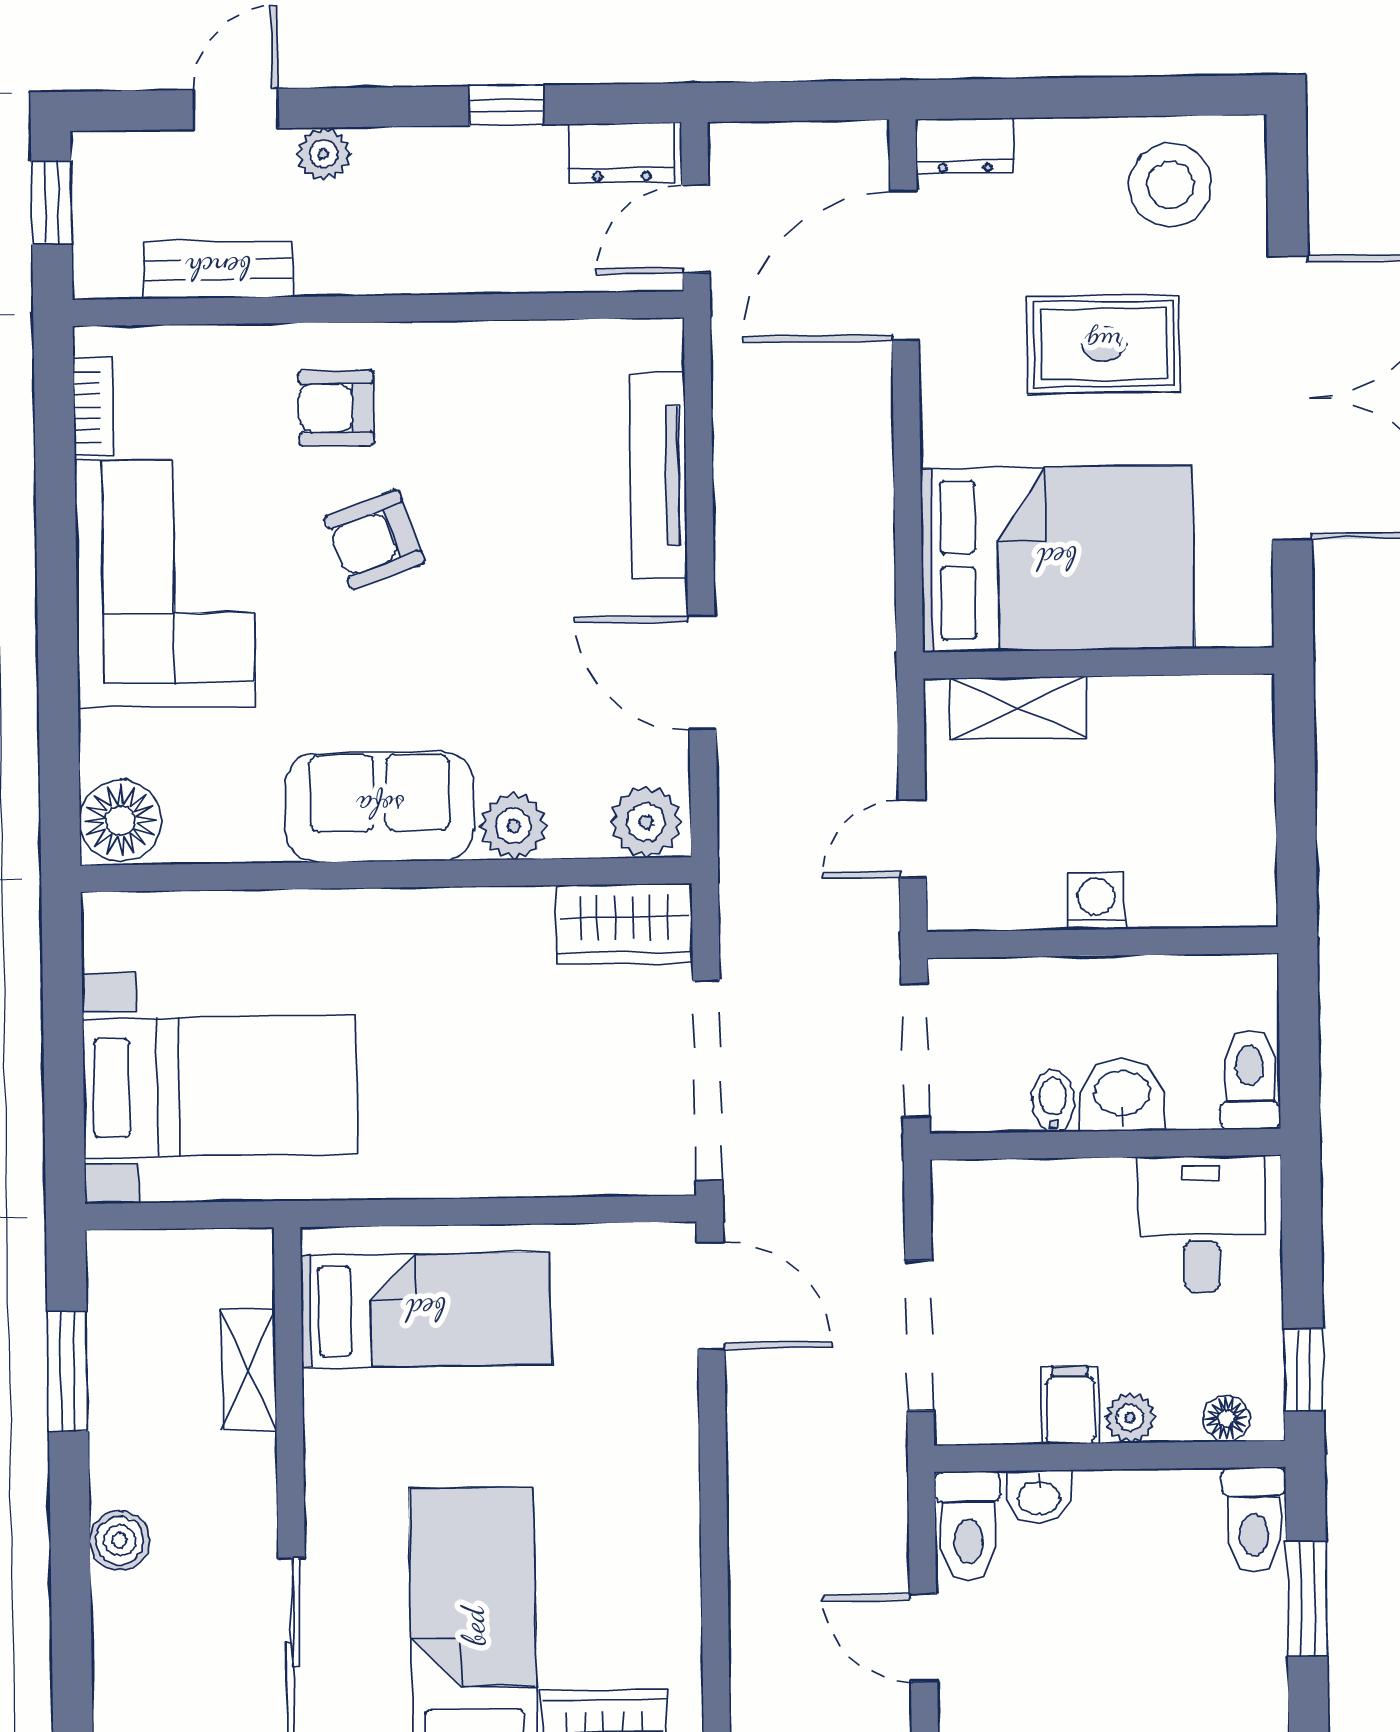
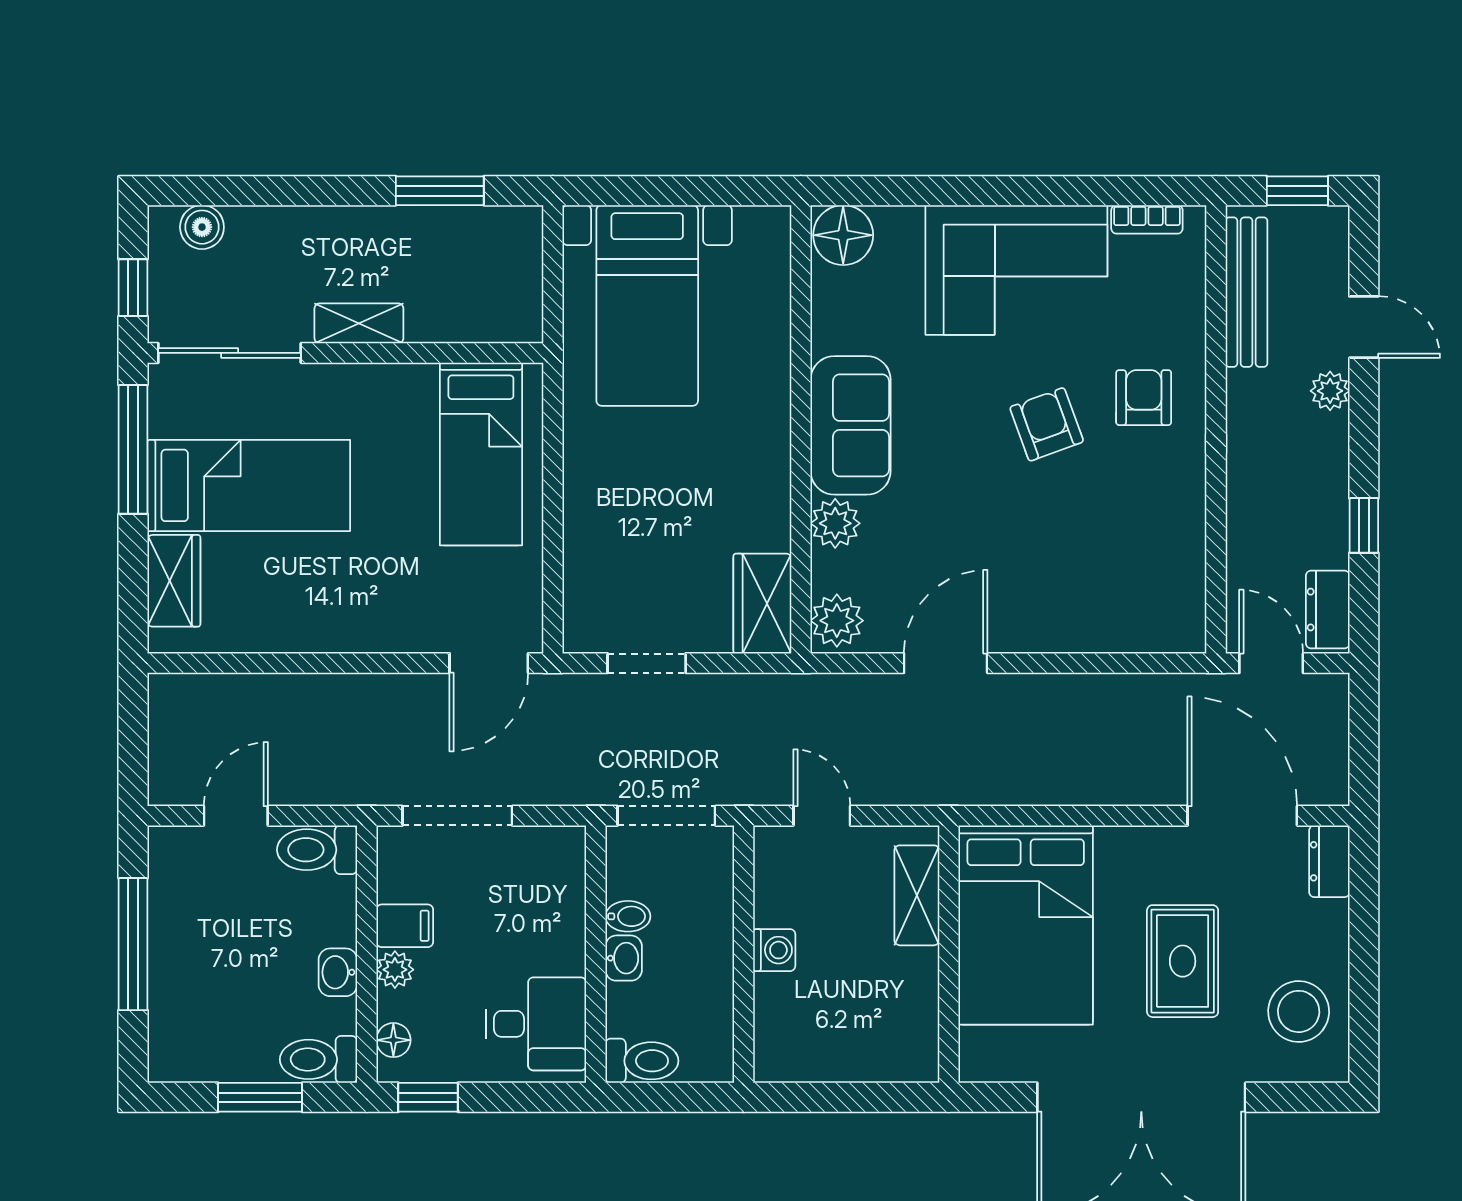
bench: (218, 269) -> (1246, 292), width x1.36
tv unit: (658, 476) -> (1090, 633), removed
doorway: (708, 1080) -> (647, 663), width x0.53
washbasin: (1122, 1095) -> (624, 958), width x0.72, depth x0.69
shelving: (249, 1370) -> (359, 323), moved
washbasin: (1039, 1497) -> (338, 972), moved
boiler: (120, 1541) -> (202, 227), moved

